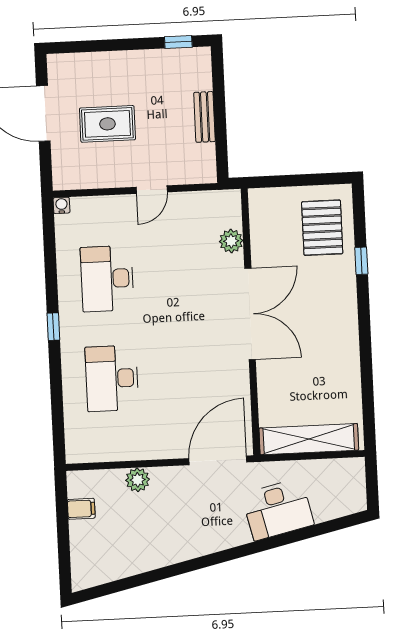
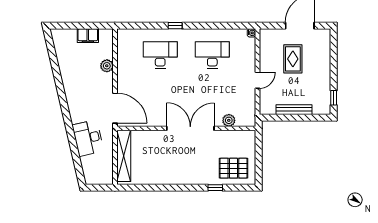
bench: (204, 117) -> (294, 110), width x1.36
door: (152, 190) -> (258, 80), swing flipped
double door: (250, 314) -> (190, 128), swing flipped
window: (53, 327) -> (175, 26), moved
filing cabinet: (81, 509) -> (88, 36), width x2.00

